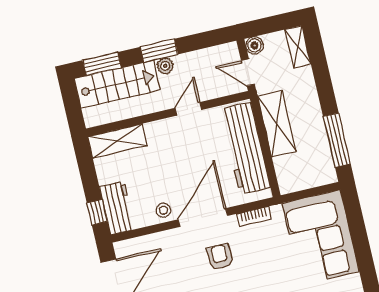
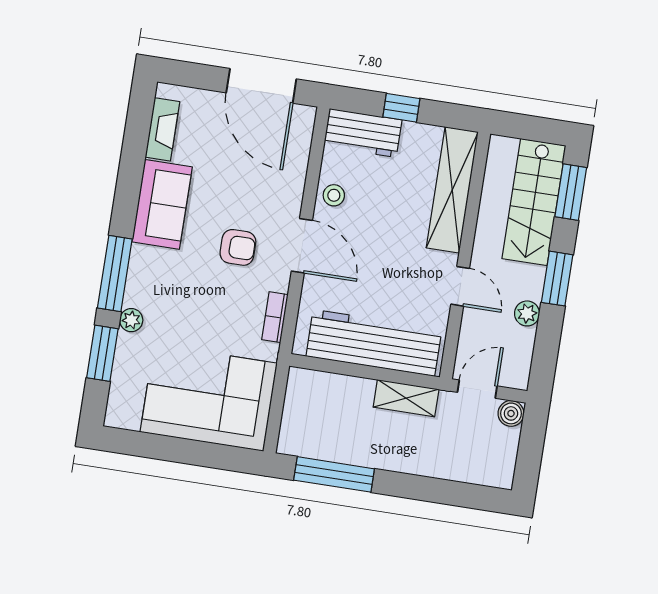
shelving: (298, 47) -> (485, 473), removed
plant: (165, 66) -> (527, 313), moved
shelving: (277, 124) -> (406, 398), width x0.67, depth x0.75
shelving: (118, 141) -> (452, 190), width x1.47
window: (97, 212) -> (401, 108), moved
door: (203, 218) -> (302, 246), width x0.73

